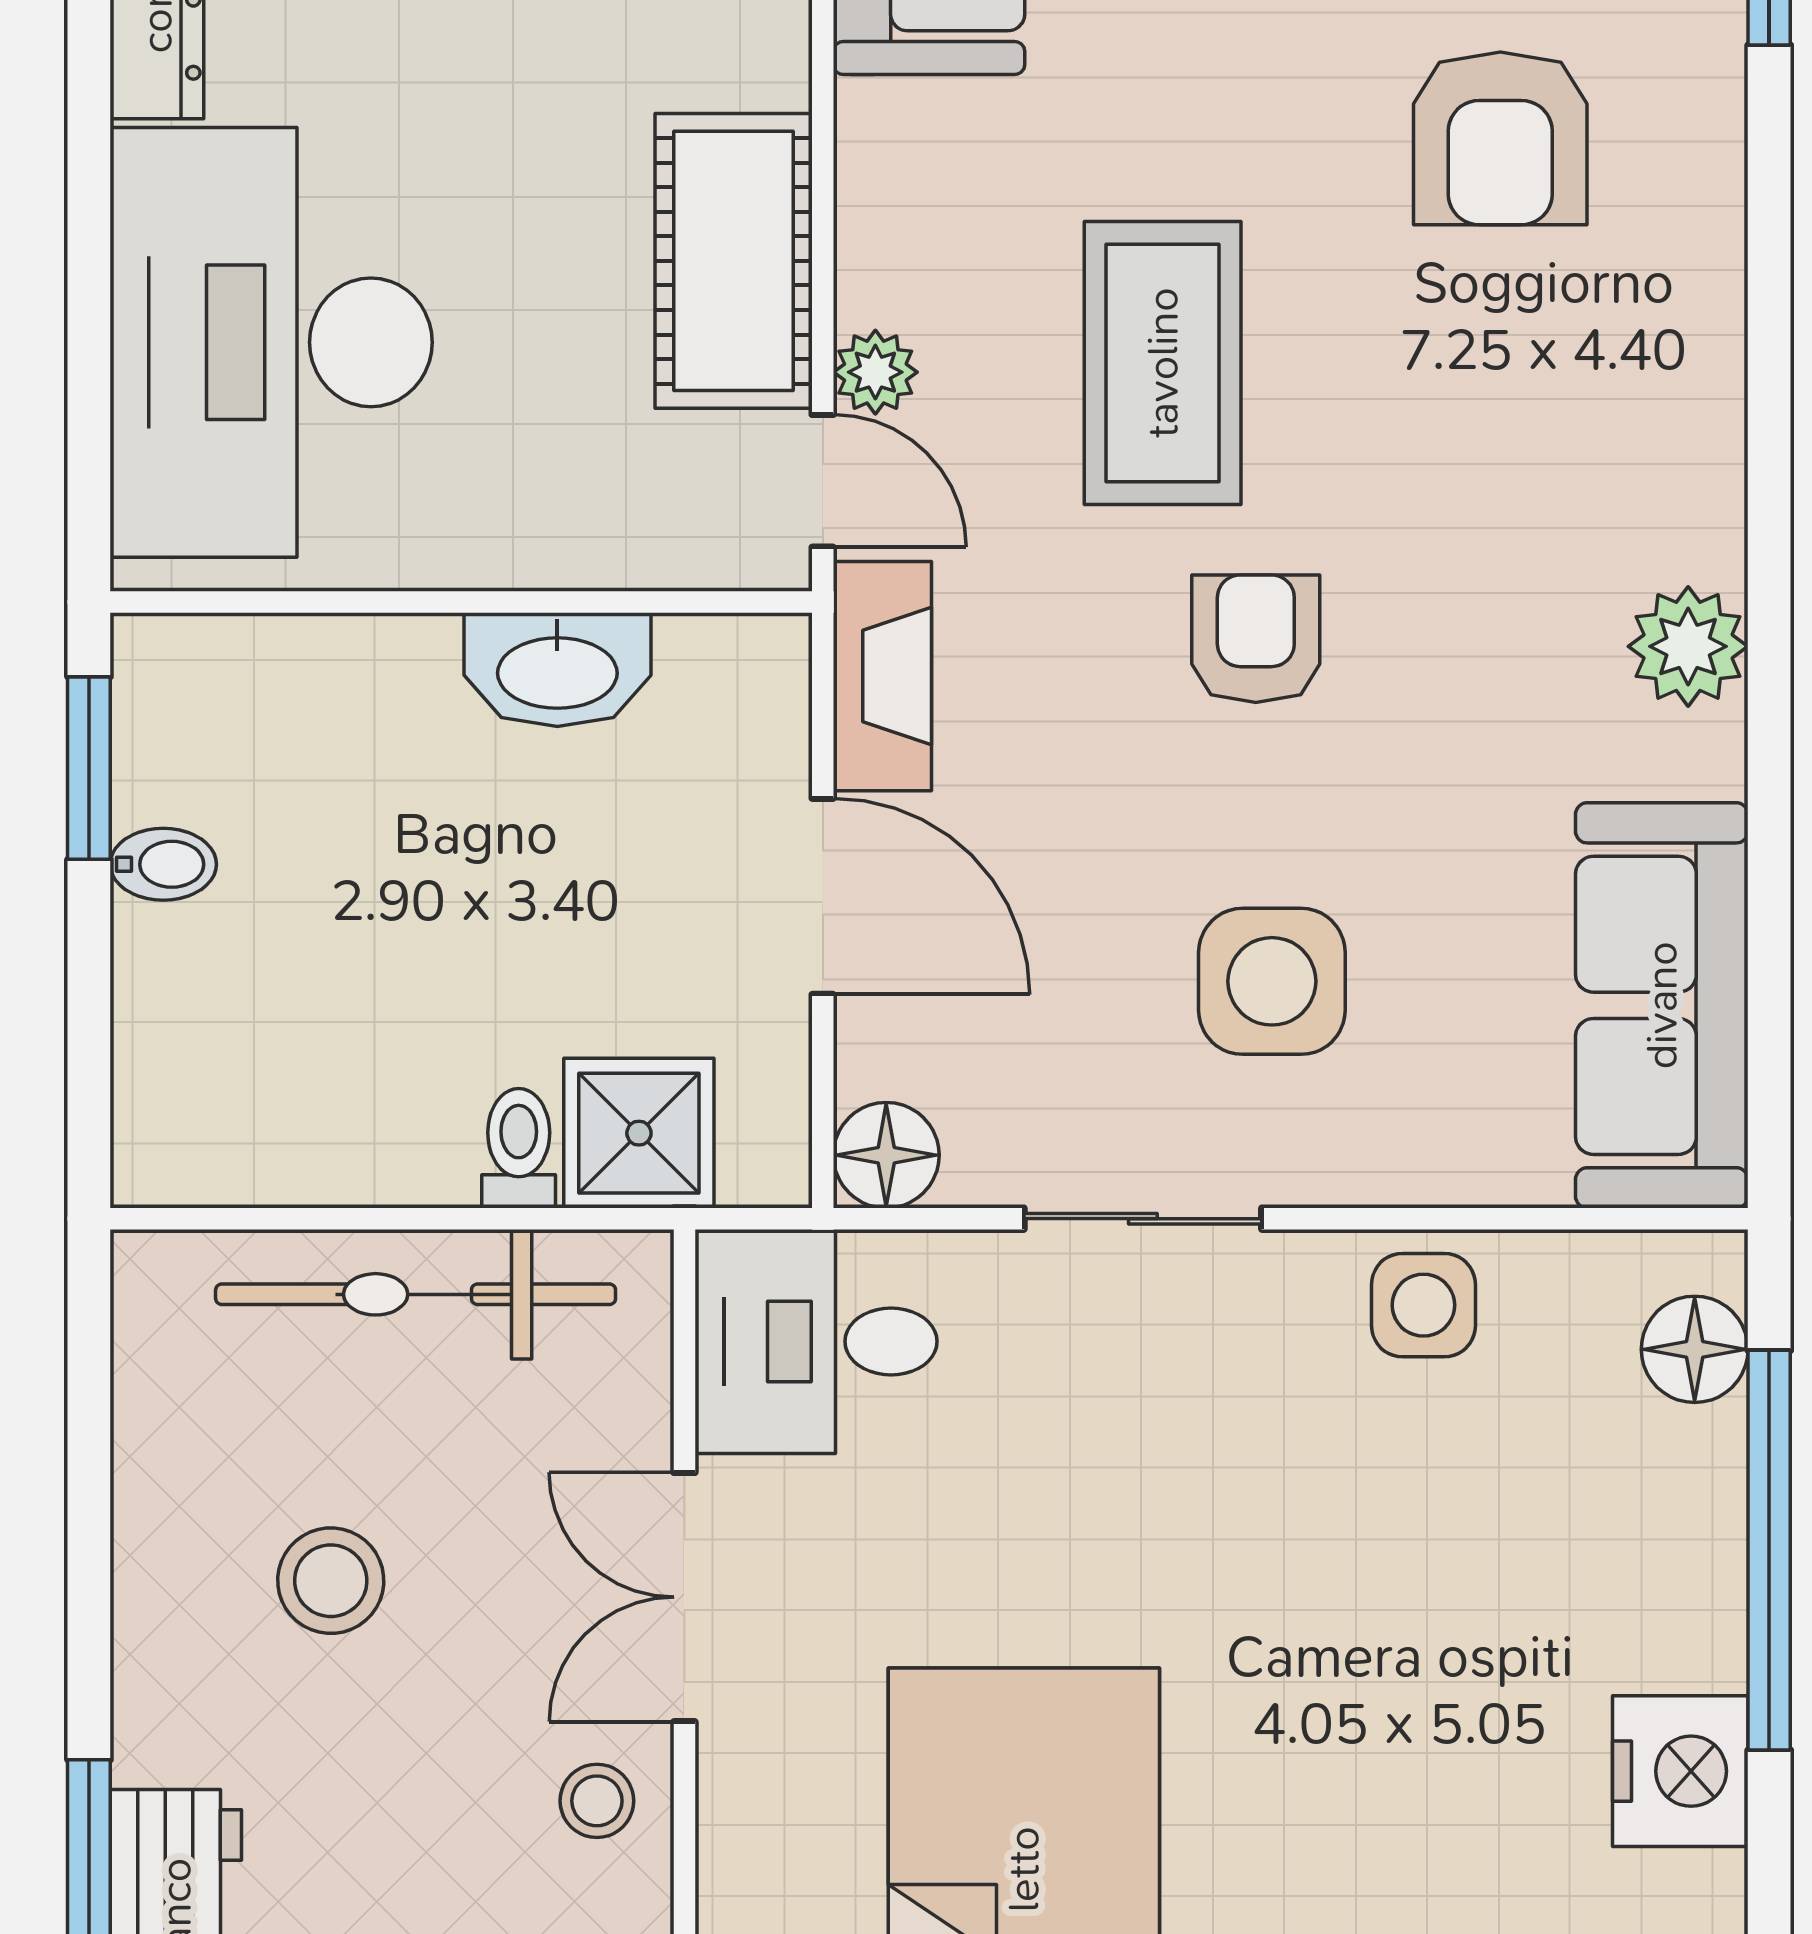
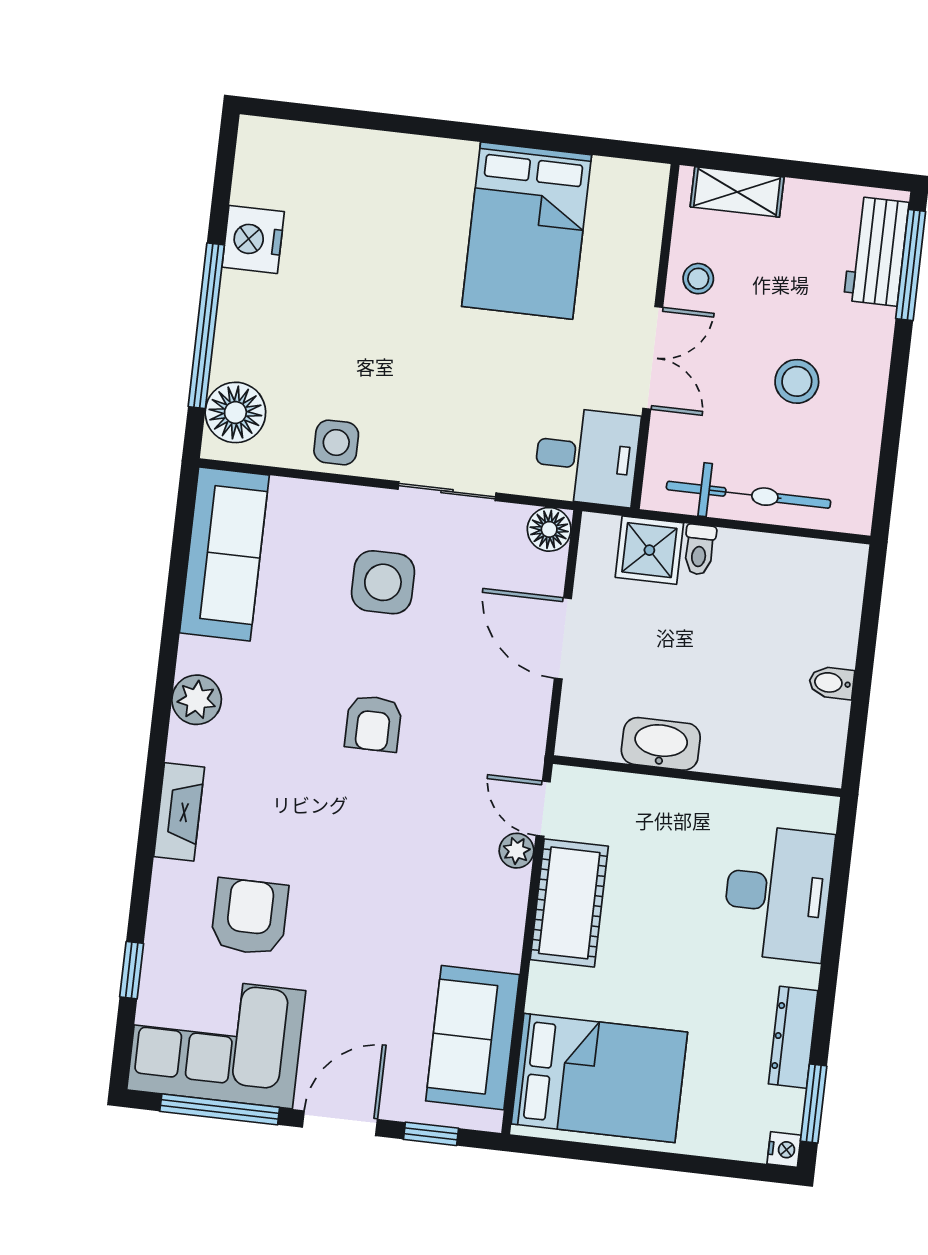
desk: (271, 342) -> (778, 893), width x0.73, depth x0.77
coffee table: (1163, 363) -> (398, 841), removed
fireplace: (882, 676) -> (179, 812), moved, turned 180
window: (89, 768) -> (857, 726), removed
floor lamp: (1695, 1349) -> (235, 412), width x1.38, depth x1.38

